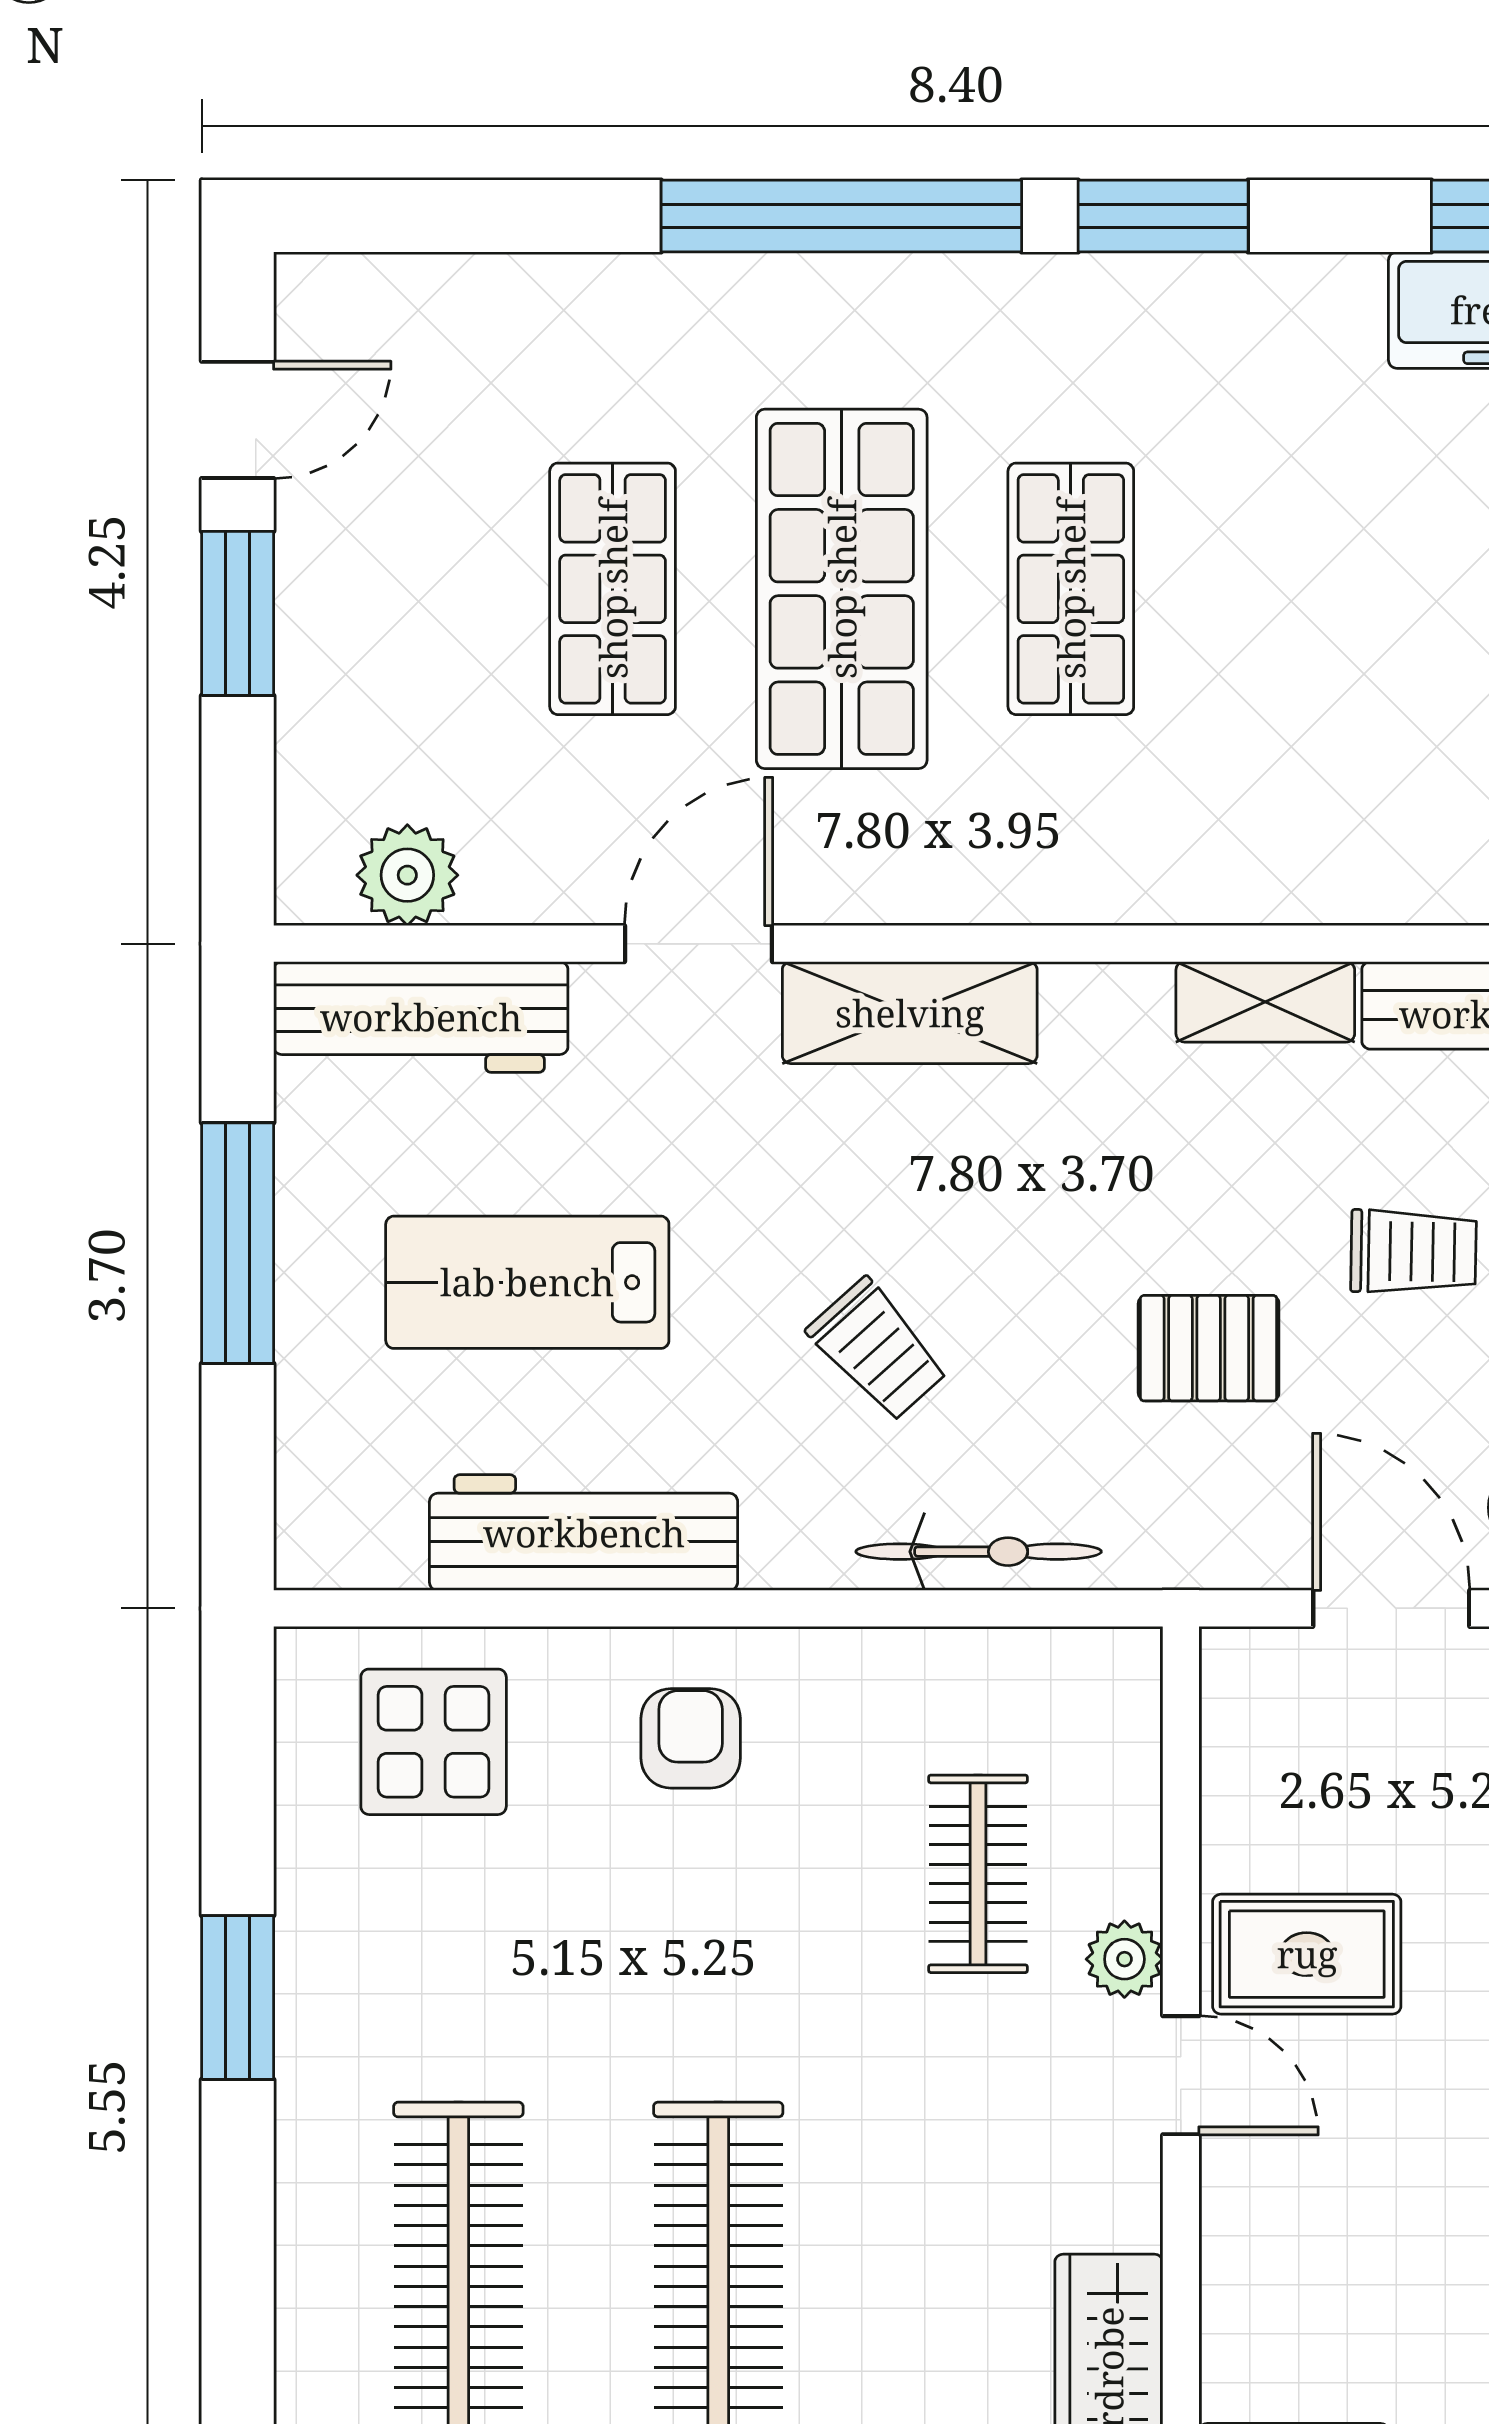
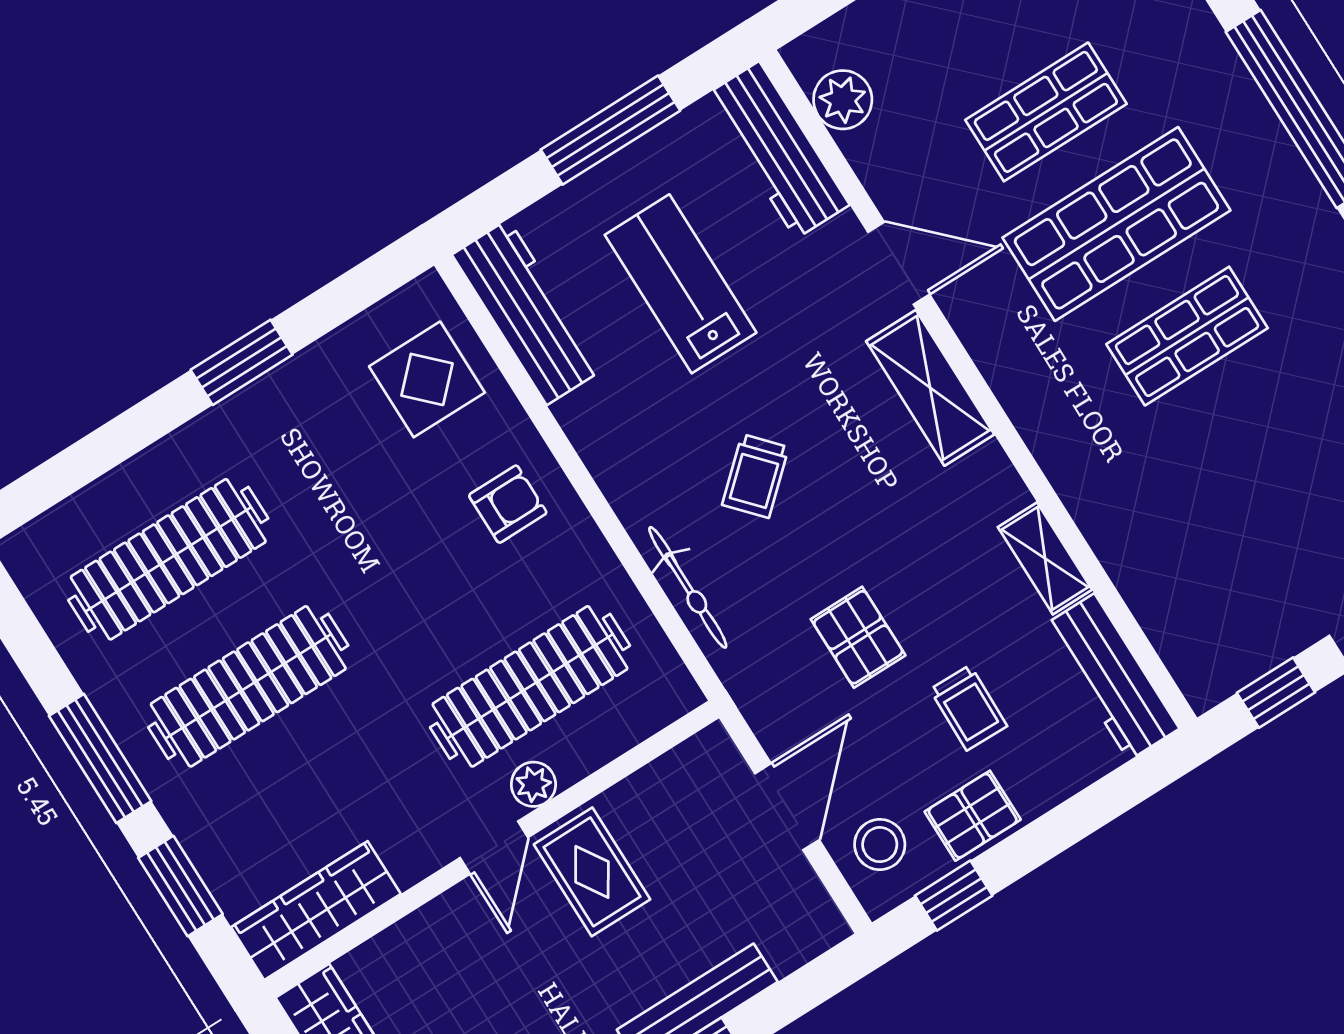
workbench: (584, 1533) -> (527, 312), moved
clothes rail: (978, 1874) -> (530, 686), width x1.86, depth x1.31

